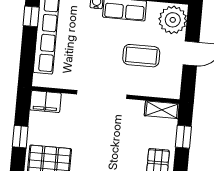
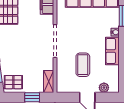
plant: (173, 20) -> (104, 88), width x0.53, depth x0.53

